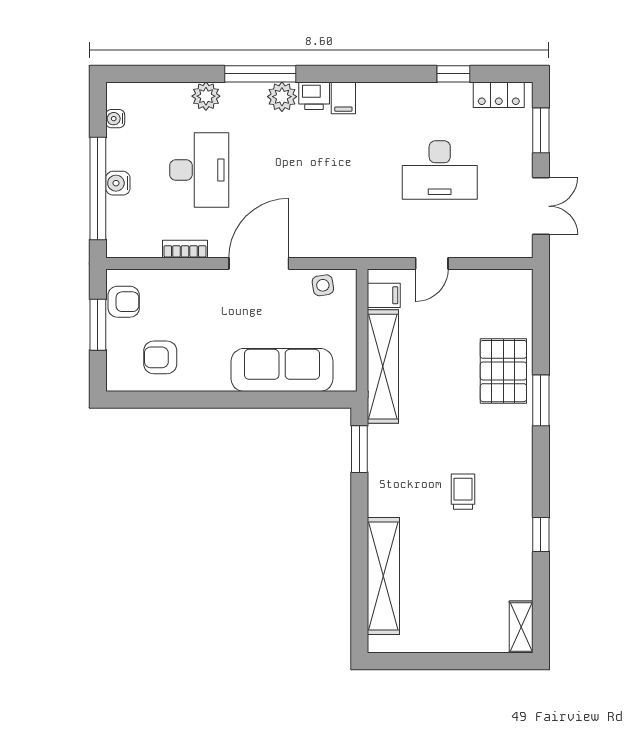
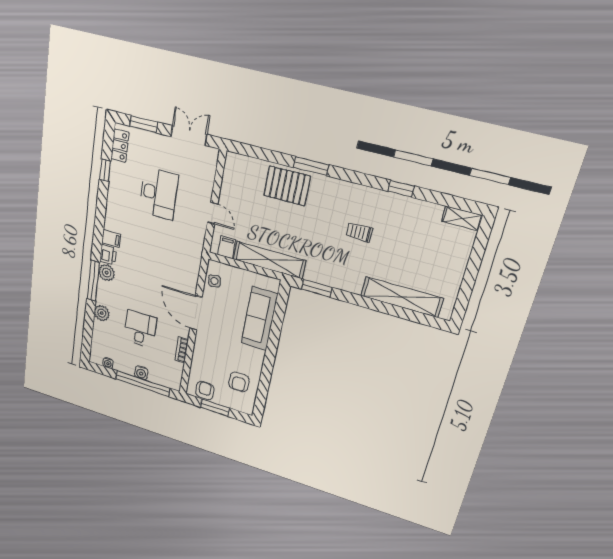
desk: (199, 170) -> (140, 329), width x0.73

